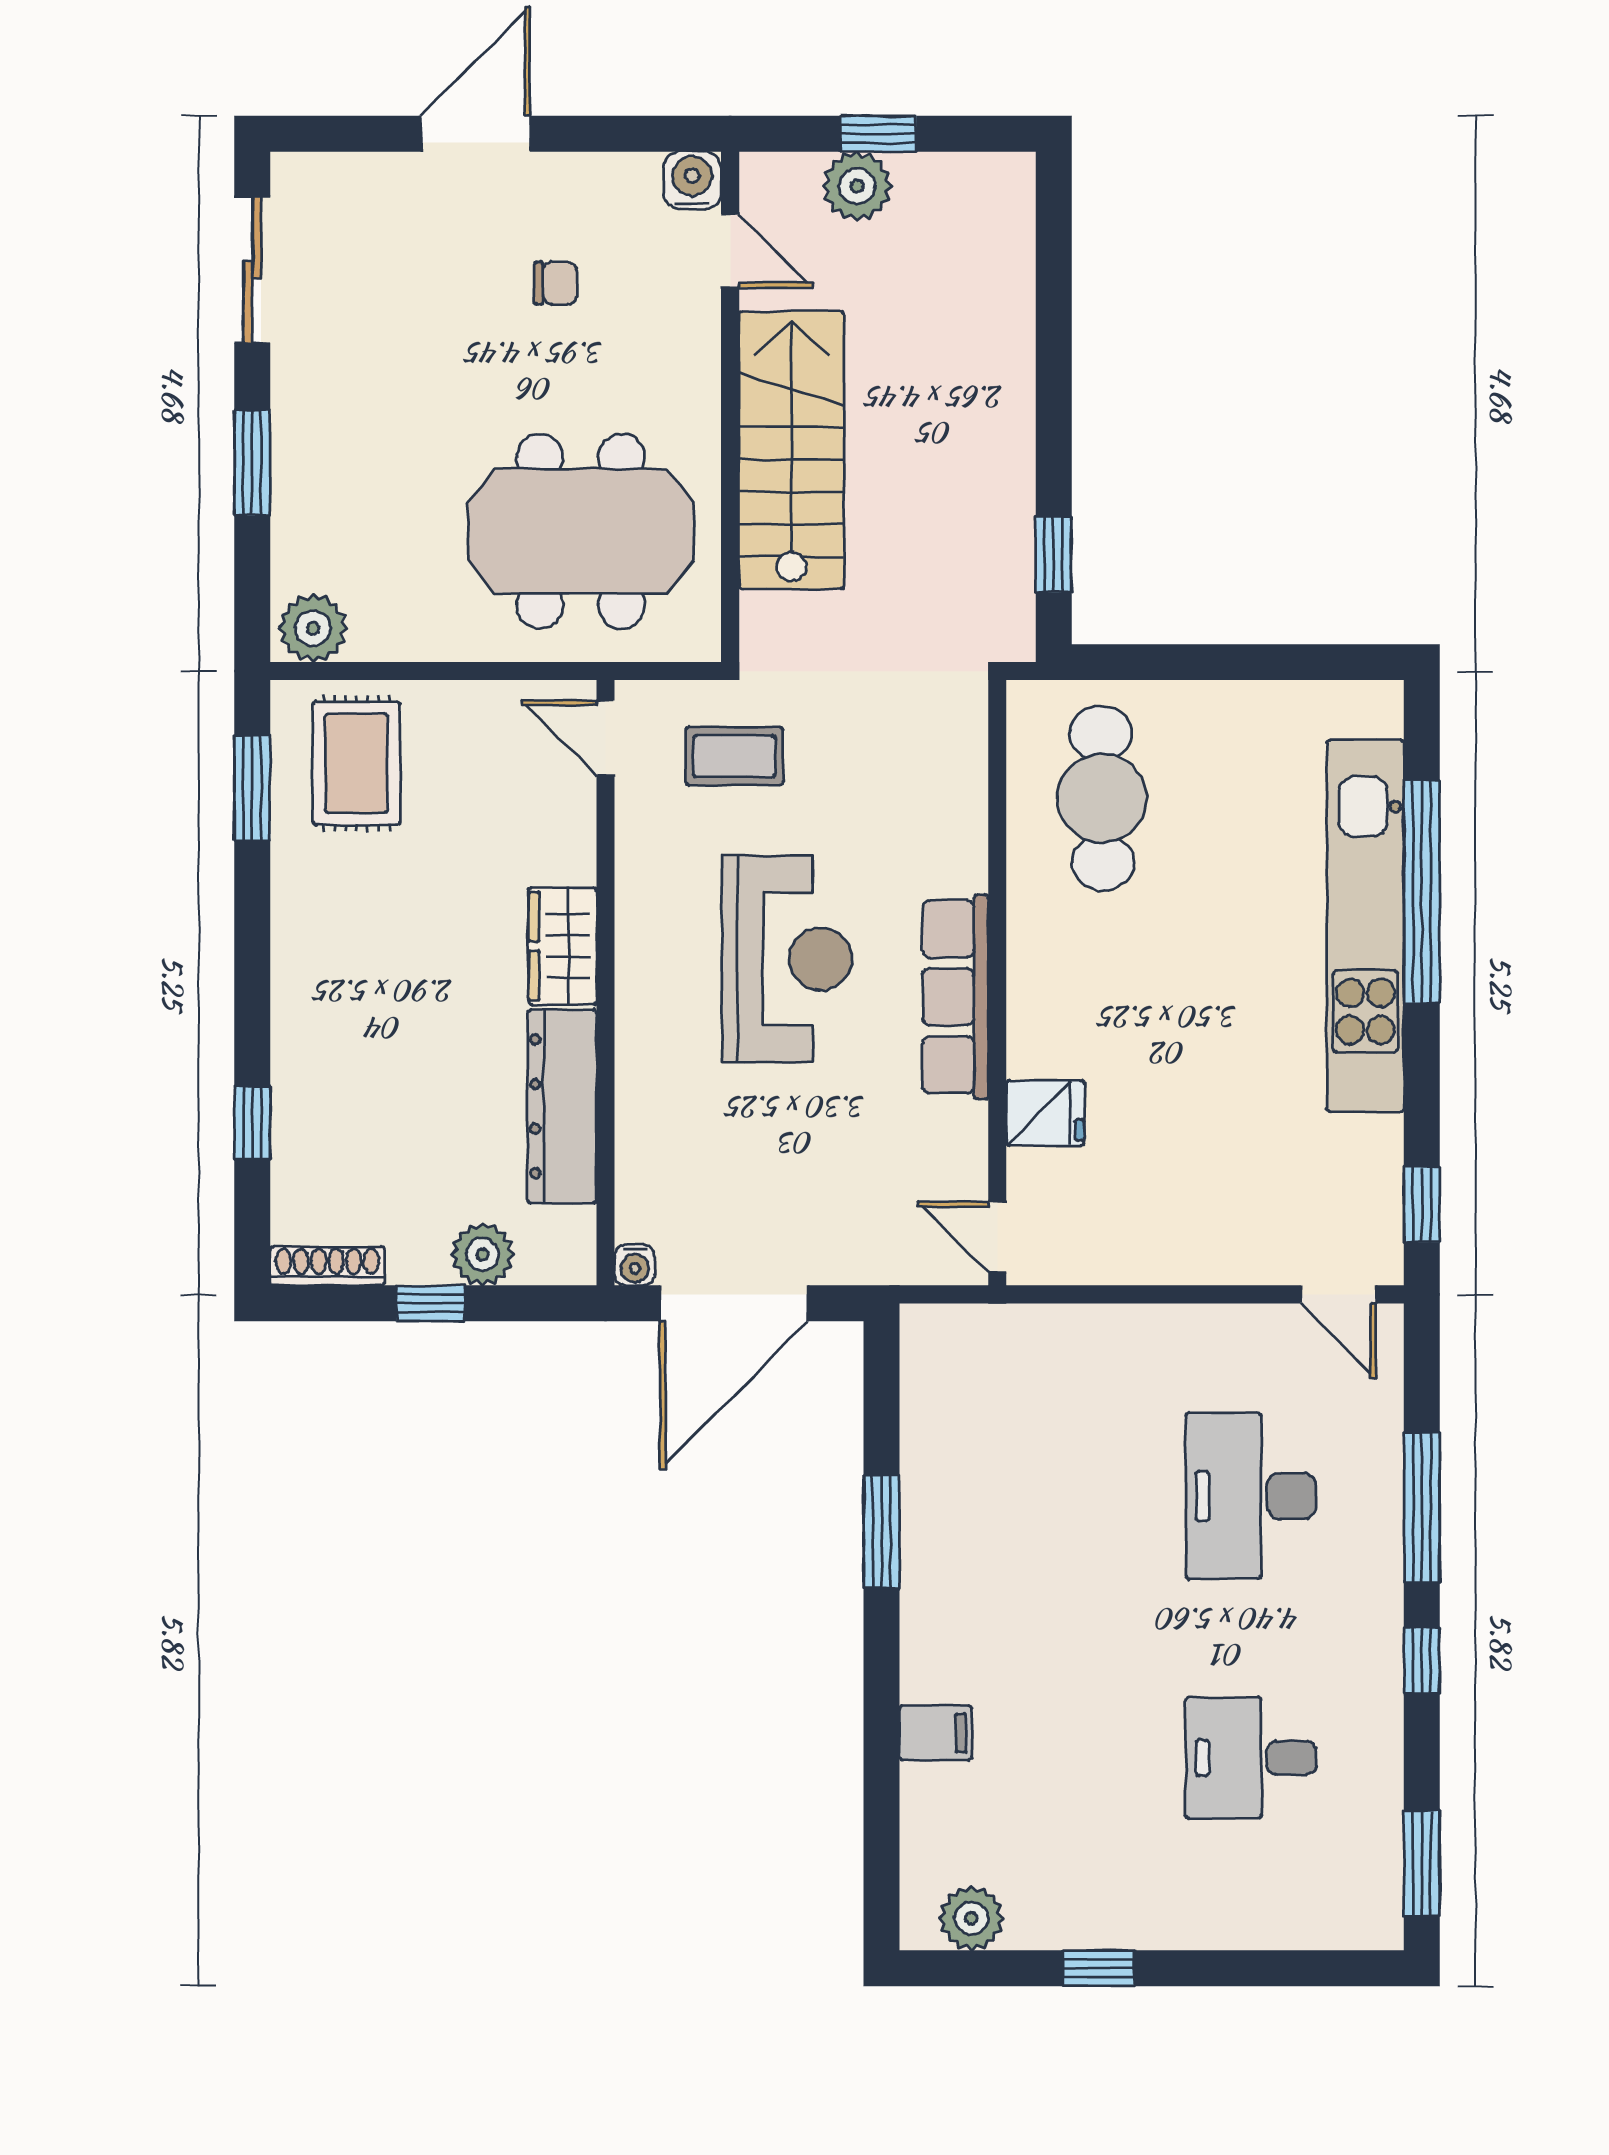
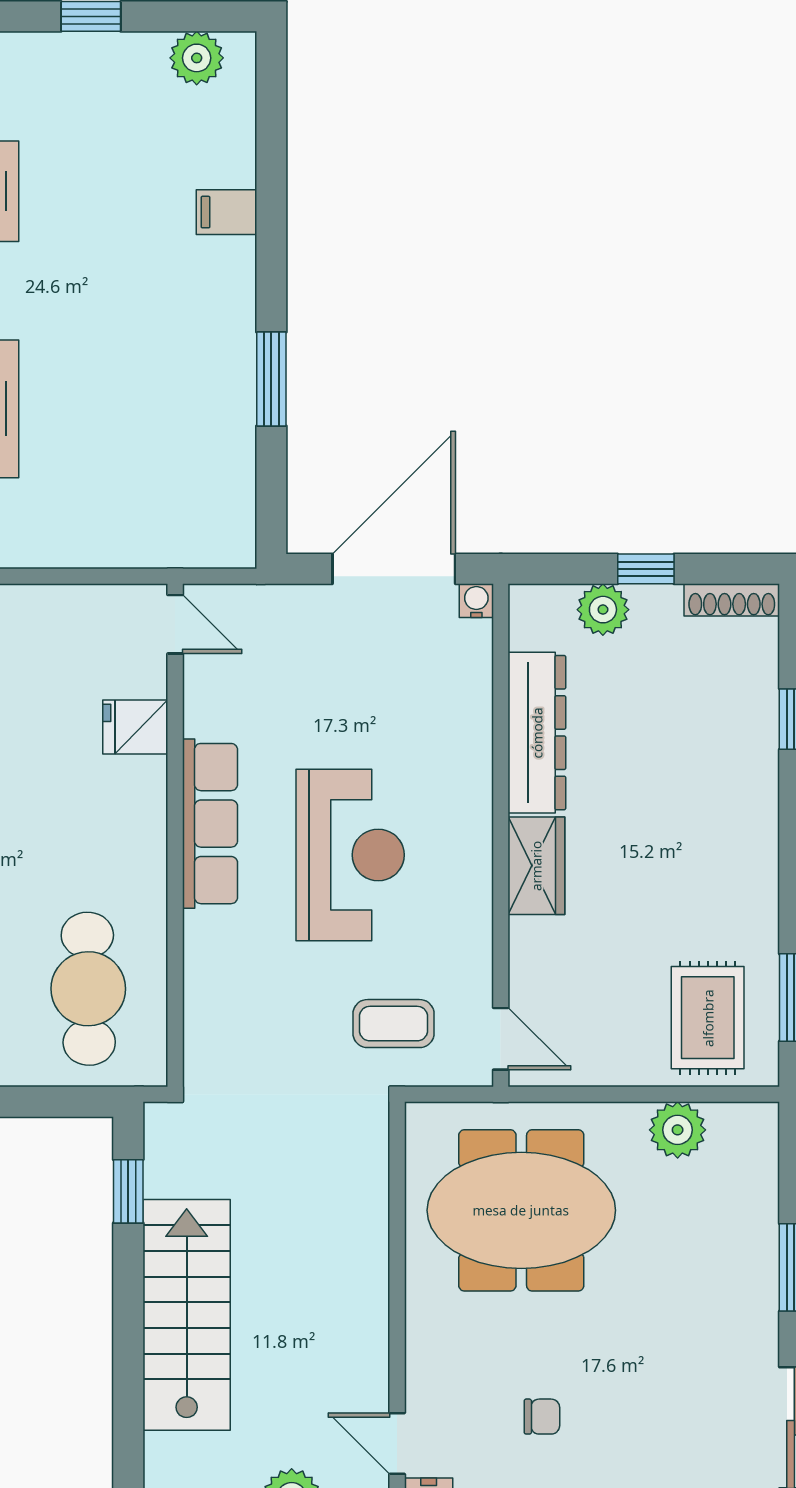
chair: (556, 283) -> (542, 1417), turned 180
stairs: (791, 450) -> (187, 1315), moved, turned 180
plant: (313, 628) -> (678, 1130), moved
reception desk: (787, 959) -> (350, 855), turned 180

